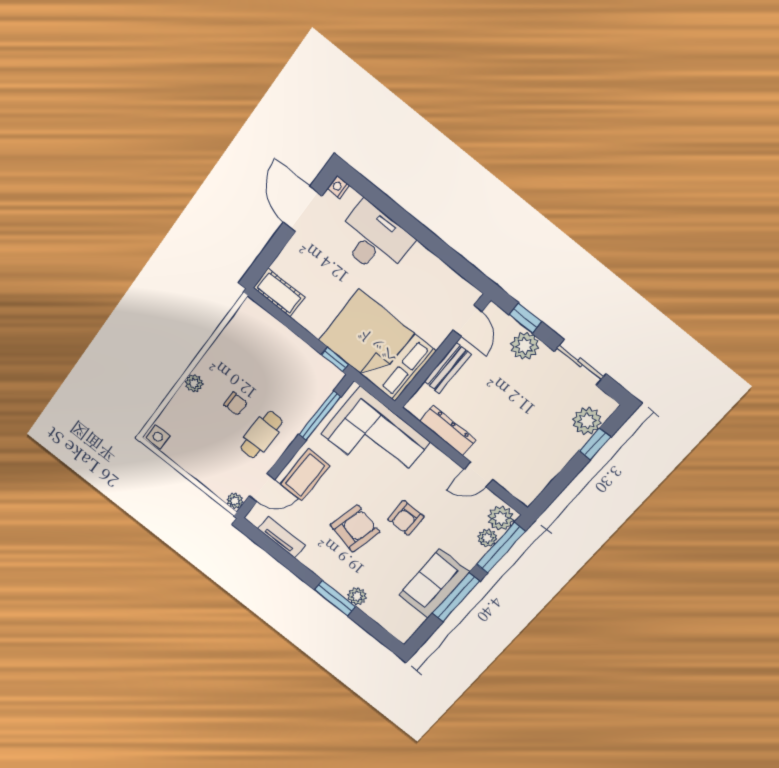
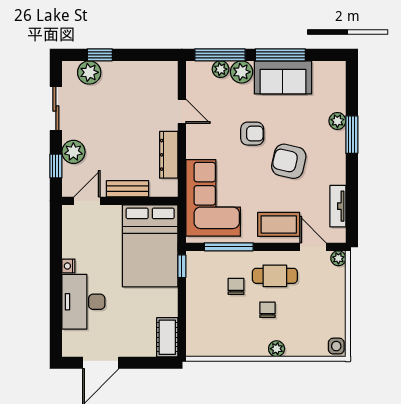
nightstand: (338, 187) -> (68, 266), moved, turned 90
chair: (278, 393) -> (236, 286), added
plant: (501, 518) -> (242, 72), moved

